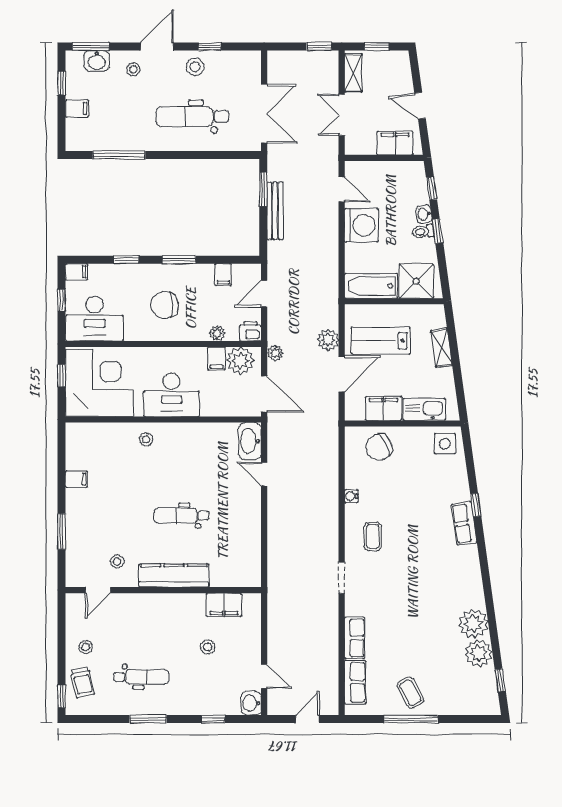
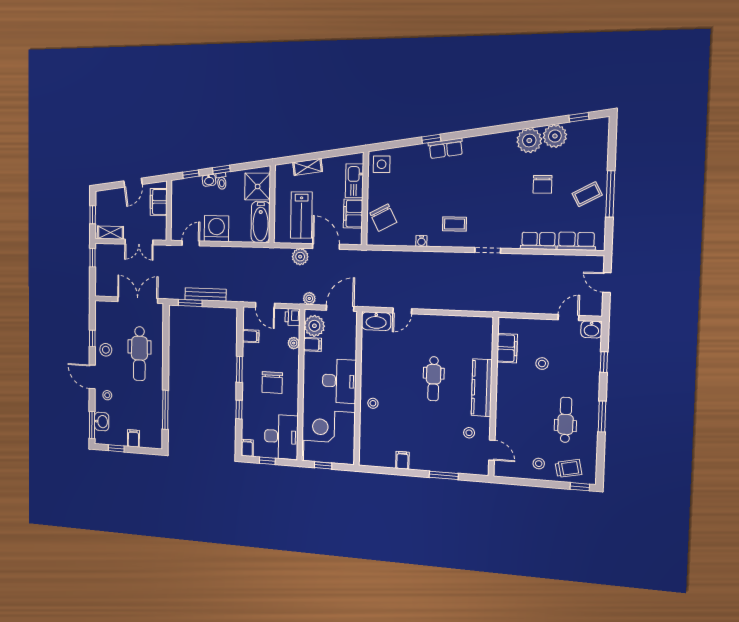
chair: (422, 641) -> (542, 184), added

